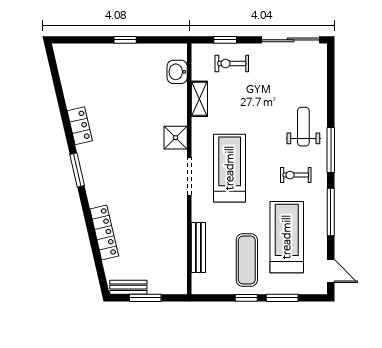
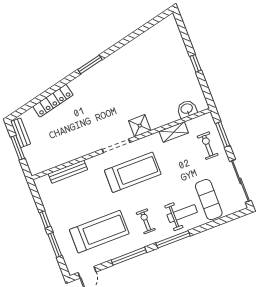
window: (225, 40) -> (223, 134), width x1.50
locker: (80, 126) -> (122, 54), removed
exercise mat: (247, 260) -> (209, 200), moved, turned 90

